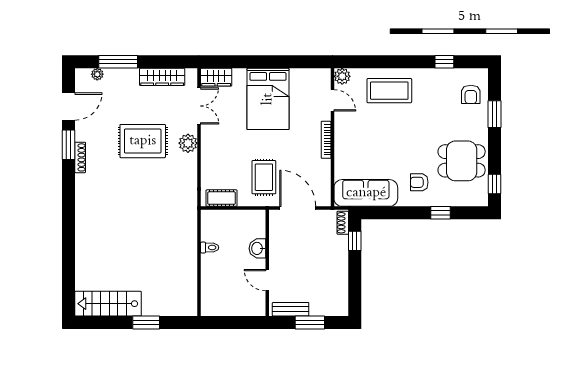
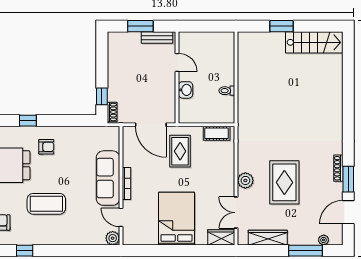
coffee table: (389, 91) -> (46, 204), moved
rug: (143, 141) -> (284, 182), turned 90
sofa: (366, 193) -> (108, 178), moved, turned 90

